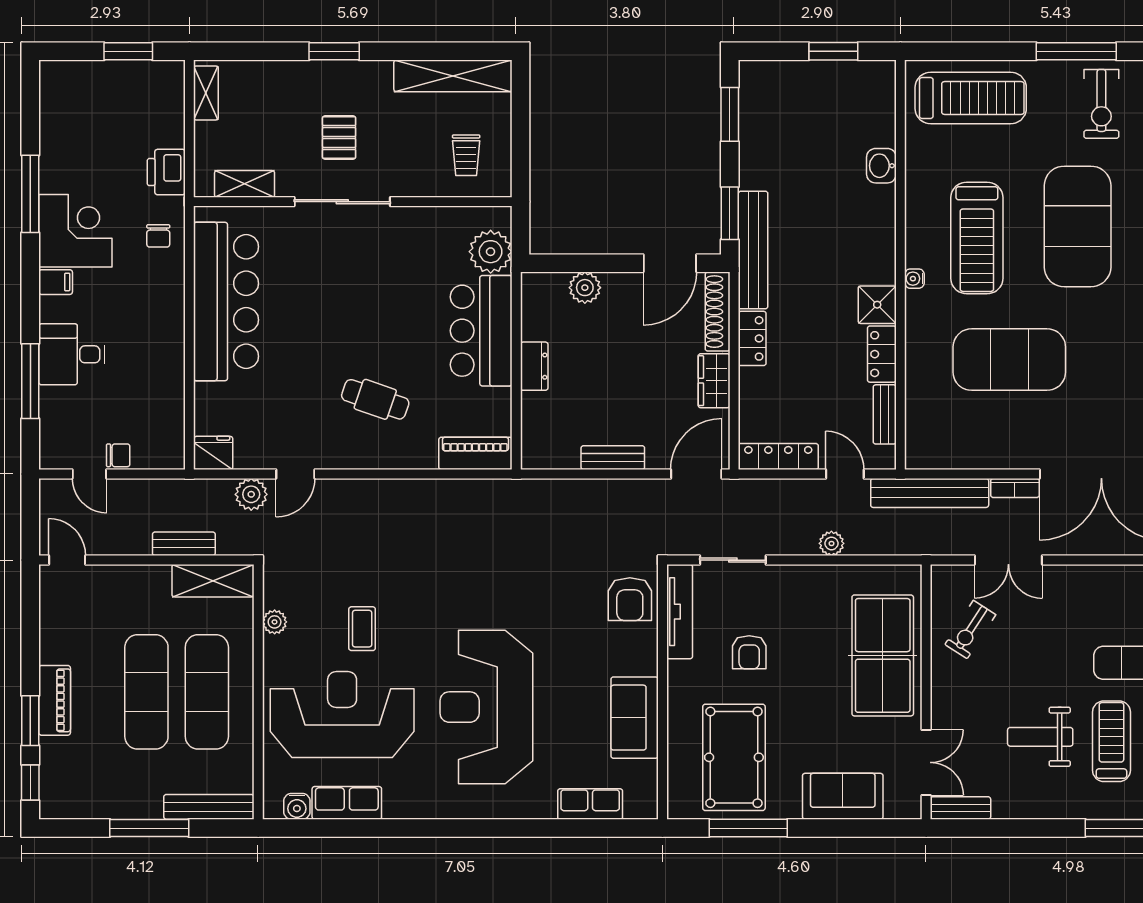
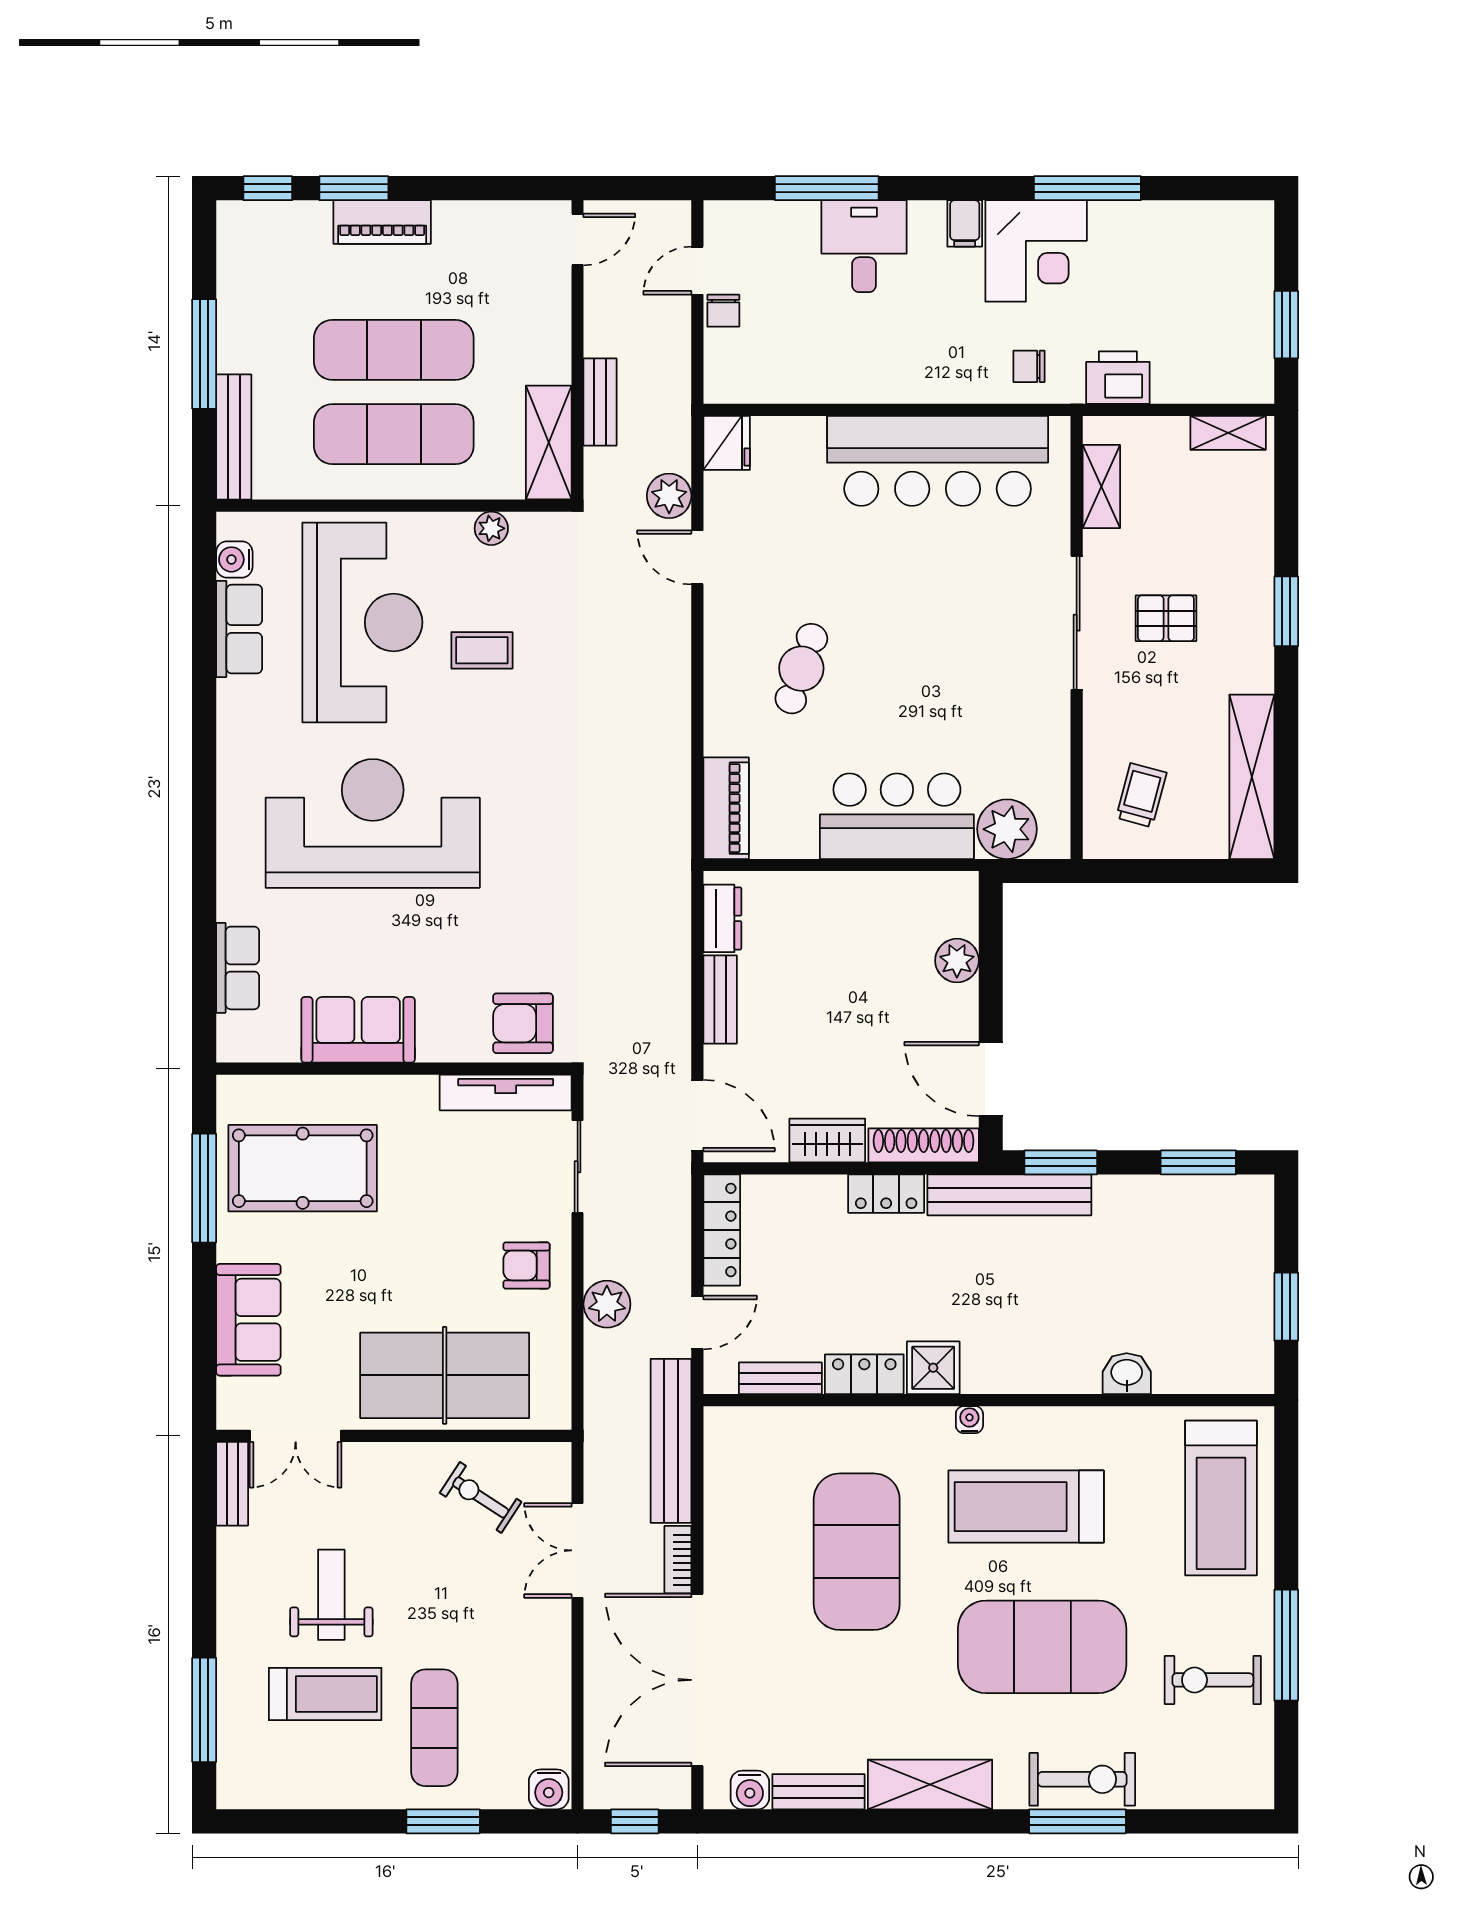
trolley: (466, 155) -> (1141, 795), turned 105
dresser: (534, 366) -> (722, 918), moved, turned -90
plant: (831, 543) -> (607, 1304), width x1.38, depth x1.38
armchair: (749, 652) -> (527, 1265), moved

